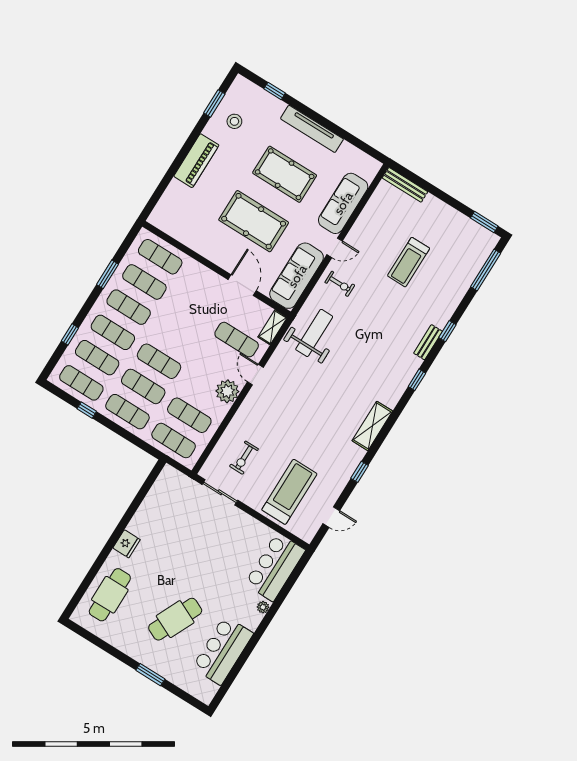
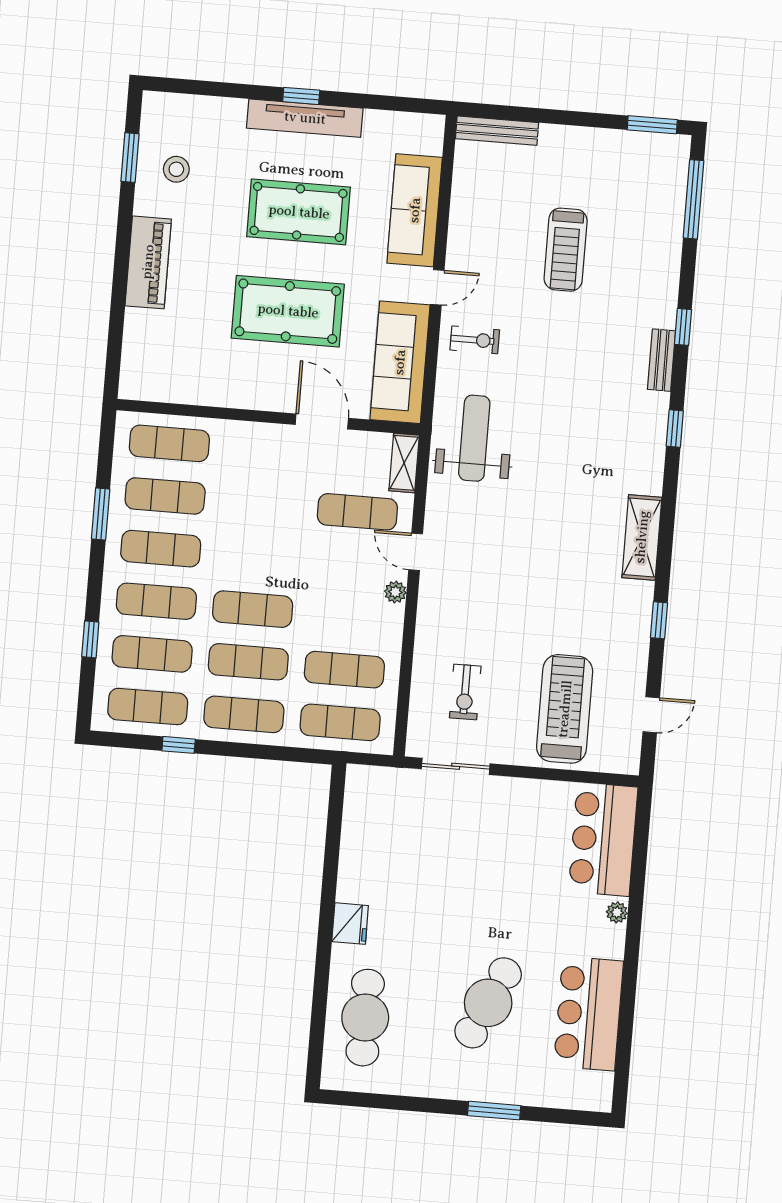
window: (275, 91) -> (301, 96), moved
plant: (227, 391) -> (395, 592), width x0.53, depth x0.53

